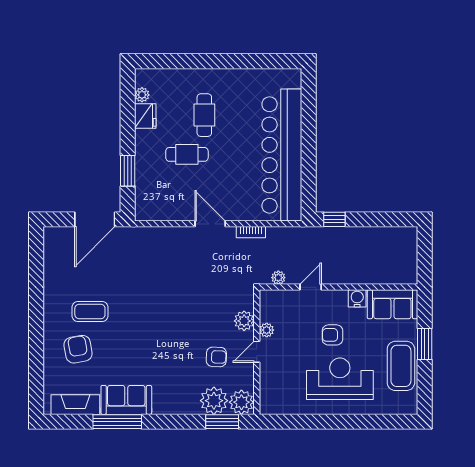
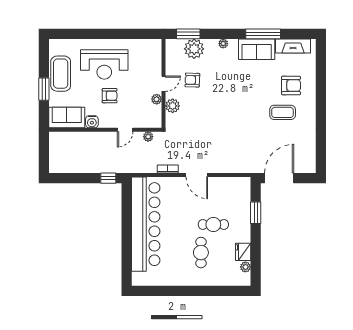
armchair: (78, 349) -> (291, 86), turned -80
plant: (241, 402) -> (223, 44), moved, width x0.53, depth x0.53

